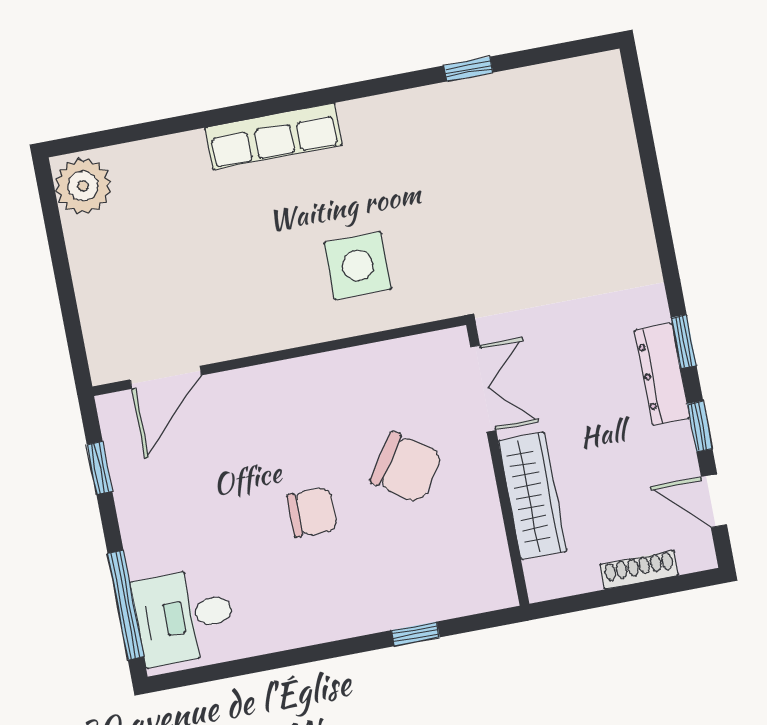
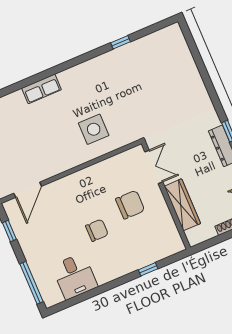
row of seats: (274, 136) -> (42, 89), width x0.68
chair: (406, 468) -> (130, 205), turned -35
desk: (184, 617) -> (75, 276), moved, turned -90

